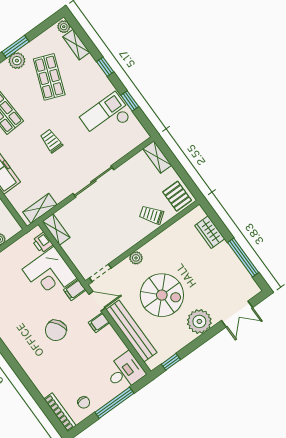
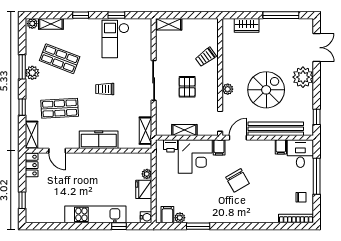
pallet: (177, 196) -> (187, 87), moved, turned 90
shelving: (56, 230) -> (184, 130), moved
filing cabinet: (99, 323) -> (281, 147), moved

